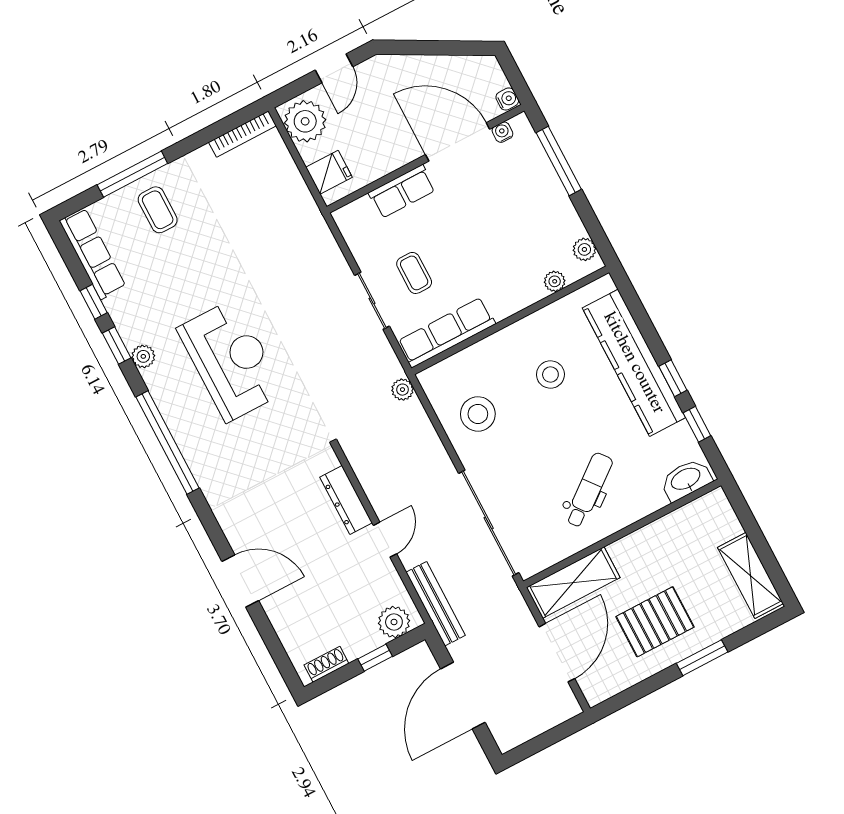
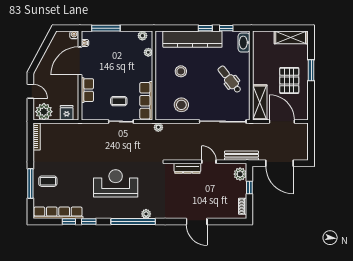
row of seats: (93, 254) -> (58, 213), width x1.36
plant: (143, 356) -> (146, 214), moved
door: (240, 581) -> (197, 221), swing flipped

